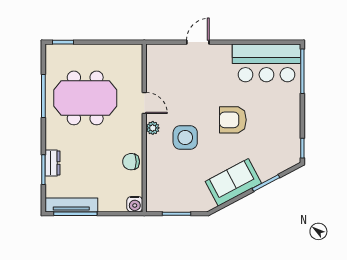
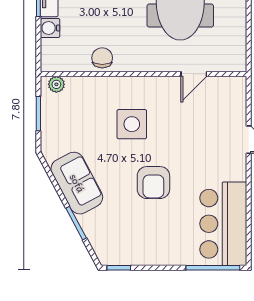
door: (144, 103) -> (194, 74), moved
armchair: (233, 120) -> (153, 183), turned 180
plant: (153, 128) -> (56, 84), moved
water cooler: (135, 204) -> (50, 28), moved

